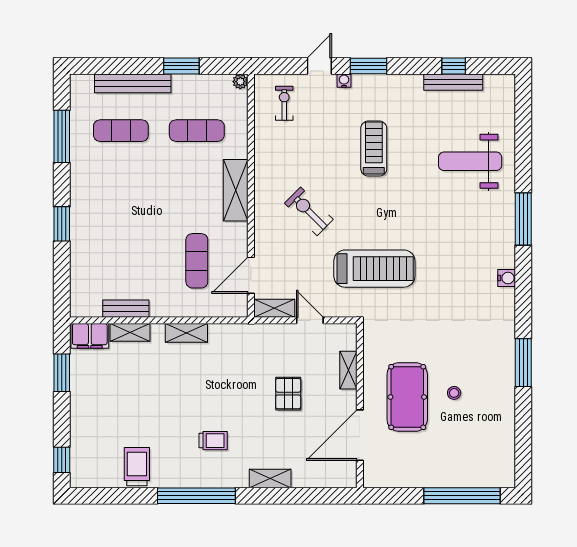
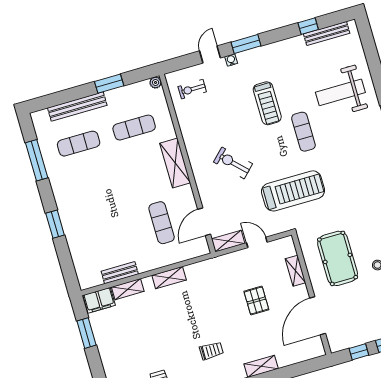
bench: (453, 82) -> (327, 34), moved
exercise bike: (284, 103) -> (192, 89), turned -90
treadmill: (374, 149) -> (267, 103), turned 180
exercise mat: (409, 198) -> (303, 132), added
pool table: (407, 397) -> (338, 258), moved
window: (399, 496) -> (359, 352), added

